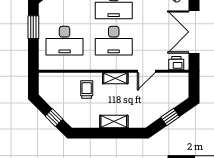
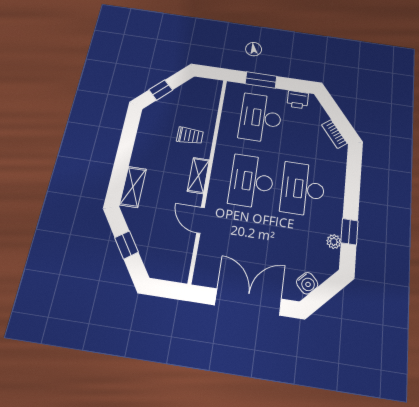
window: (33, 27) -> (261, 80), moved
printer: (176, 63) -> (298, 100), moved, turned 90
shelving: (114, 122) -> (133, 187), moved

